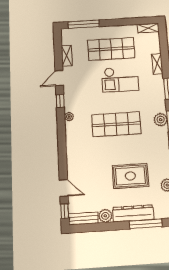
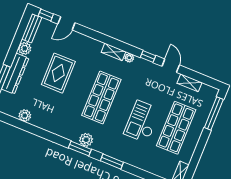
shelving: (157, 64) -> (113, 52), moved
rug: (130, 176) -> (58, 73), moved

